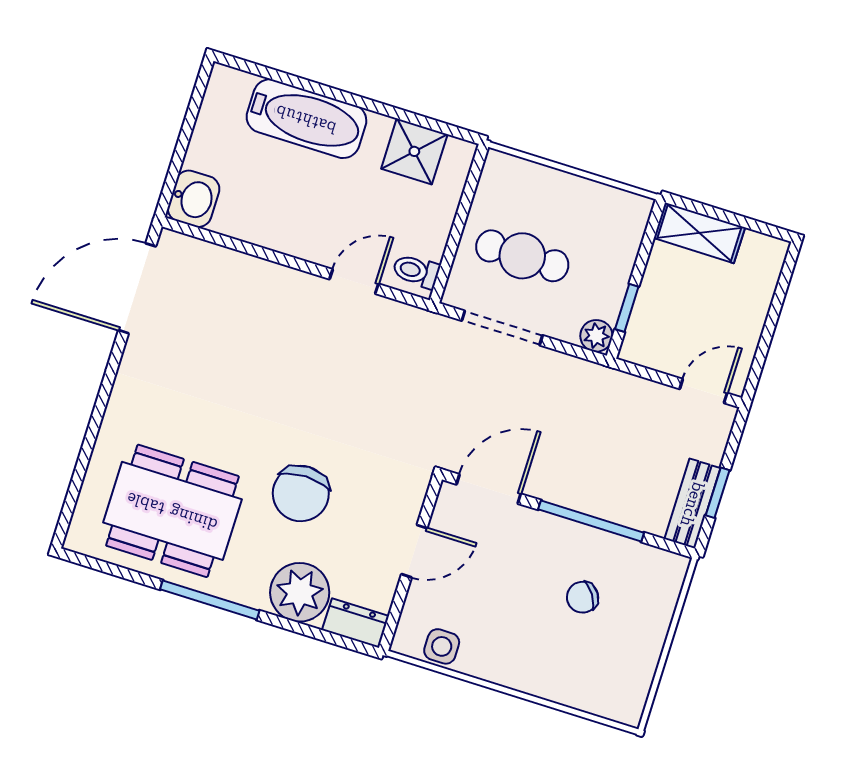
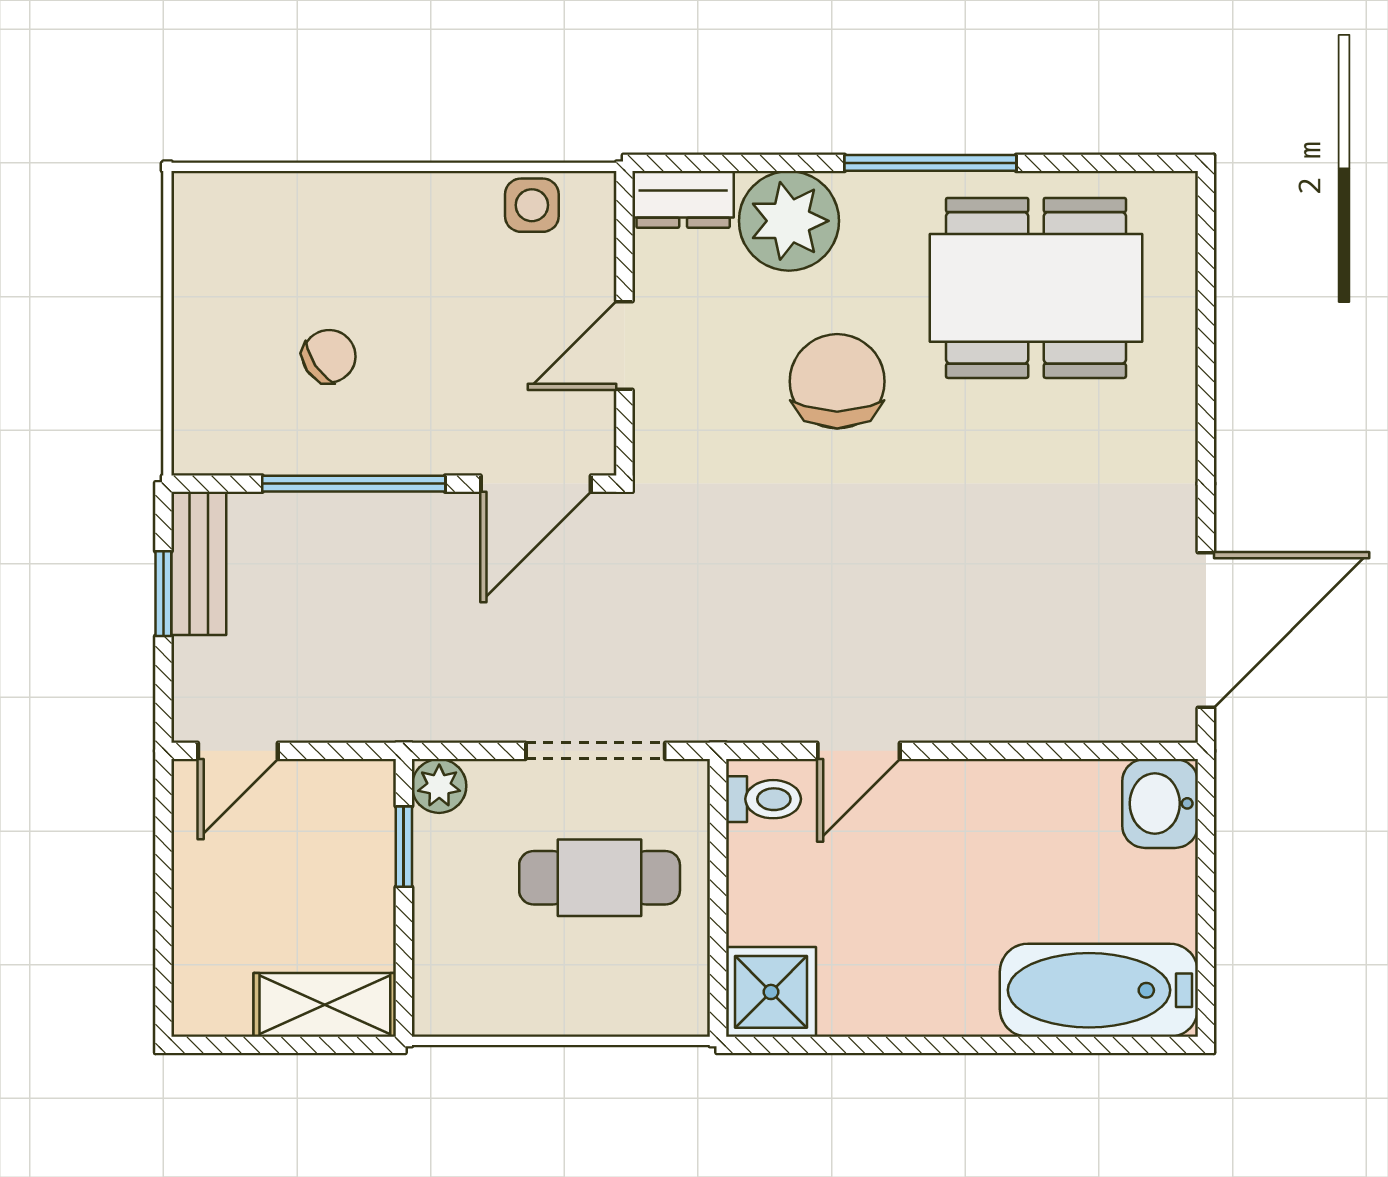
bathtub: (306, 119) -> (1099, 990), moved
shower: (414, 151) -> (771, 992), moved

